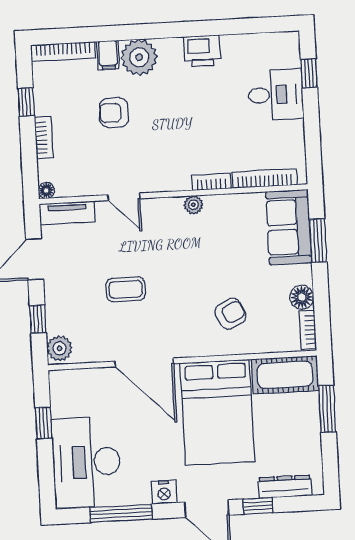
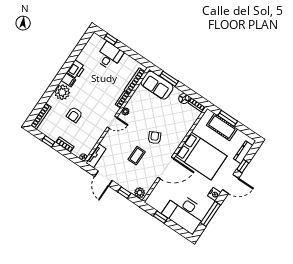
filing cabinet: (108, 55) -> (68, 80), moved
door: (124, 197) -> (112, 122), moved
armchair: (230, 314) -> (155, 138), moved
cot: (285, 375) -> (222, 127), moved, turned 90

